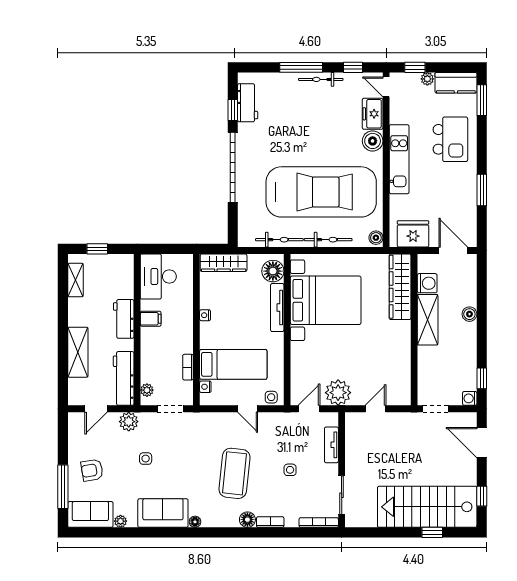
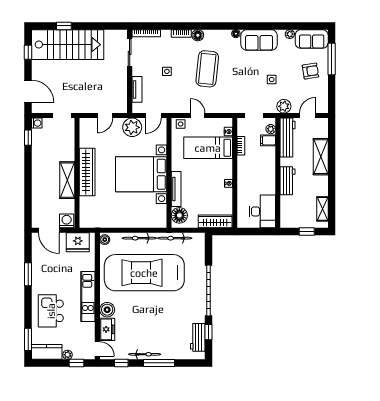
washing machine: (427, 283) -> (67, 221), moved, turned 90
wardrobe: (400, 287) -> (87, 172), moved
bed with nightstands: (326, 300) -> (141, 174), moved
boiler: (469, 314) -> (37, 184), removed
filing cabinet: (151, 319) -> (268, 140), moved

